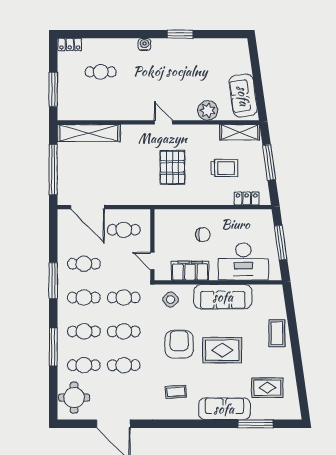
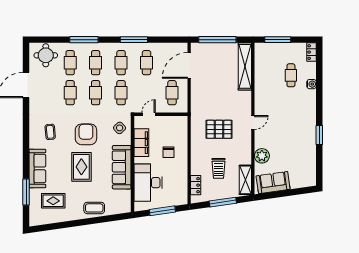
water cooler: (145, 44) -> (312, 84), moved
armchair: (179, 344) -> (86, 134), turned -90
rug: (267, 388) -> (53, 201), turned 90

